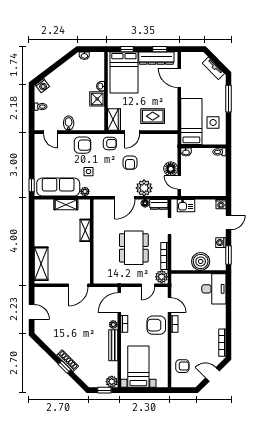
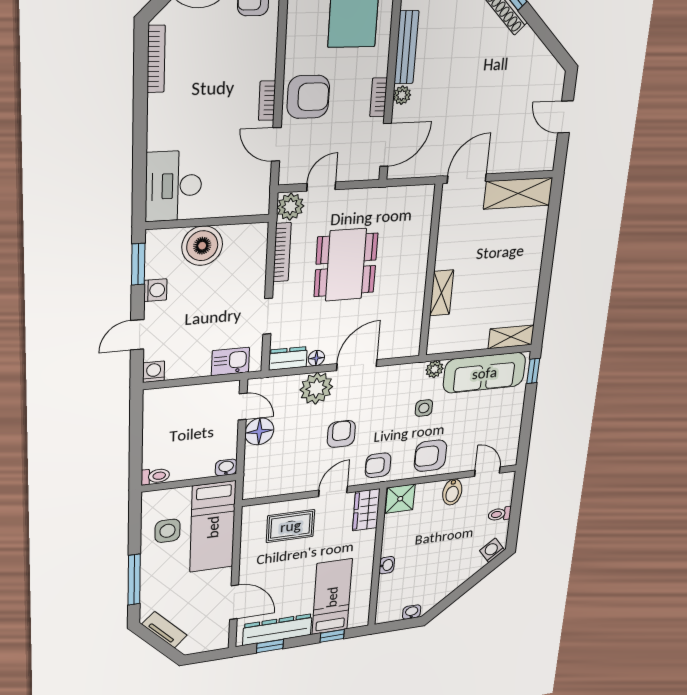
bed: (124, 72) -> (332, 597), width x0.67
shower: (97, 99) -> (400, 499), moved
shelving: (66, 205) -> (511, 337), moved
shelving: (41, 264) -> (518, 193), moved, turned 90

